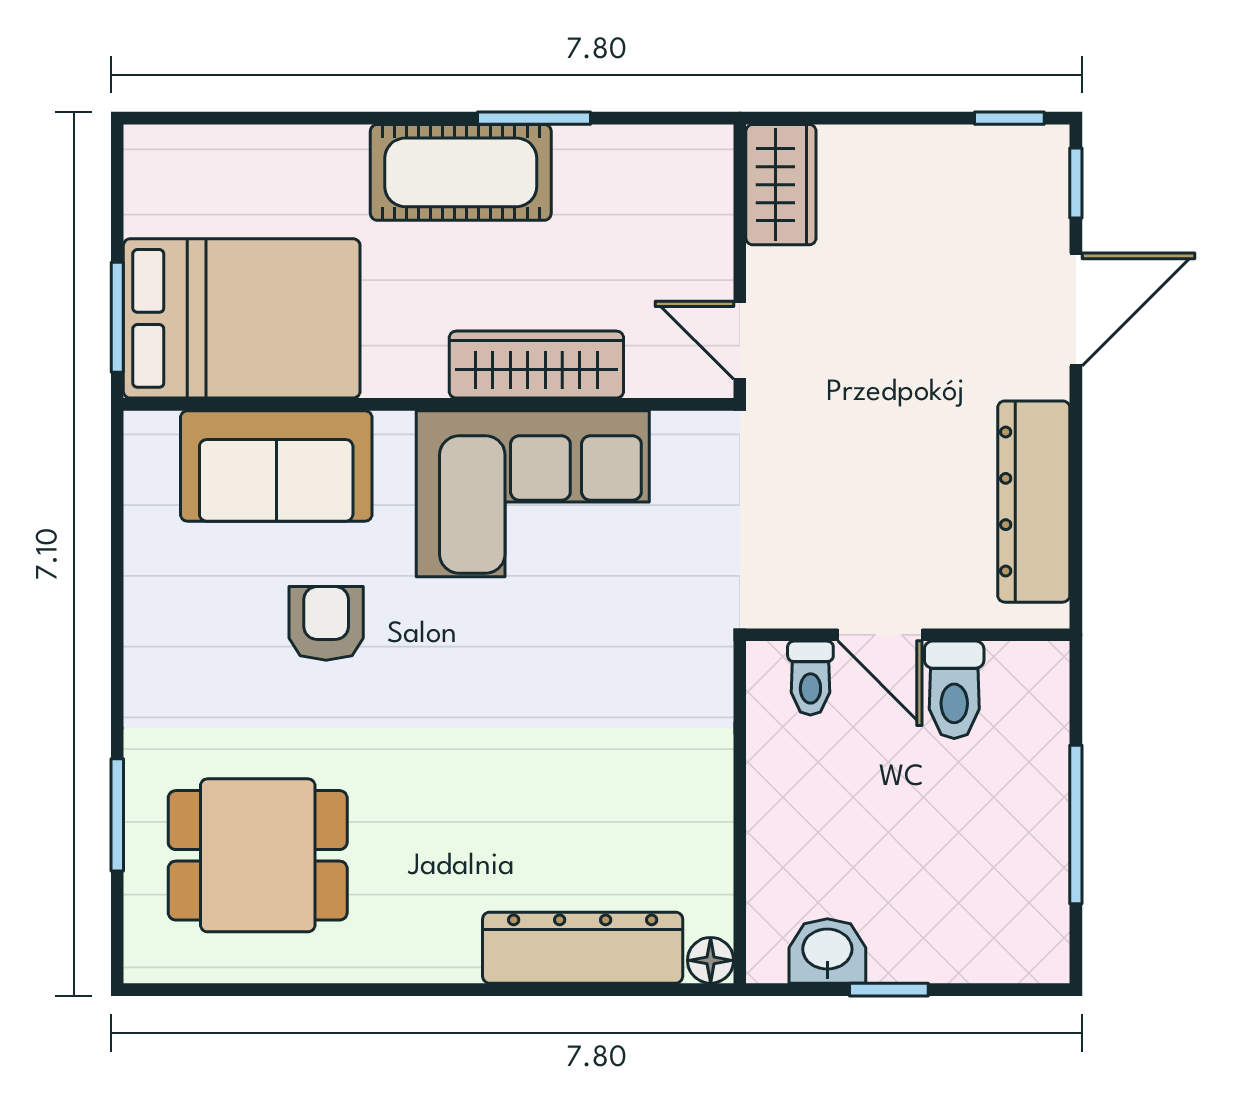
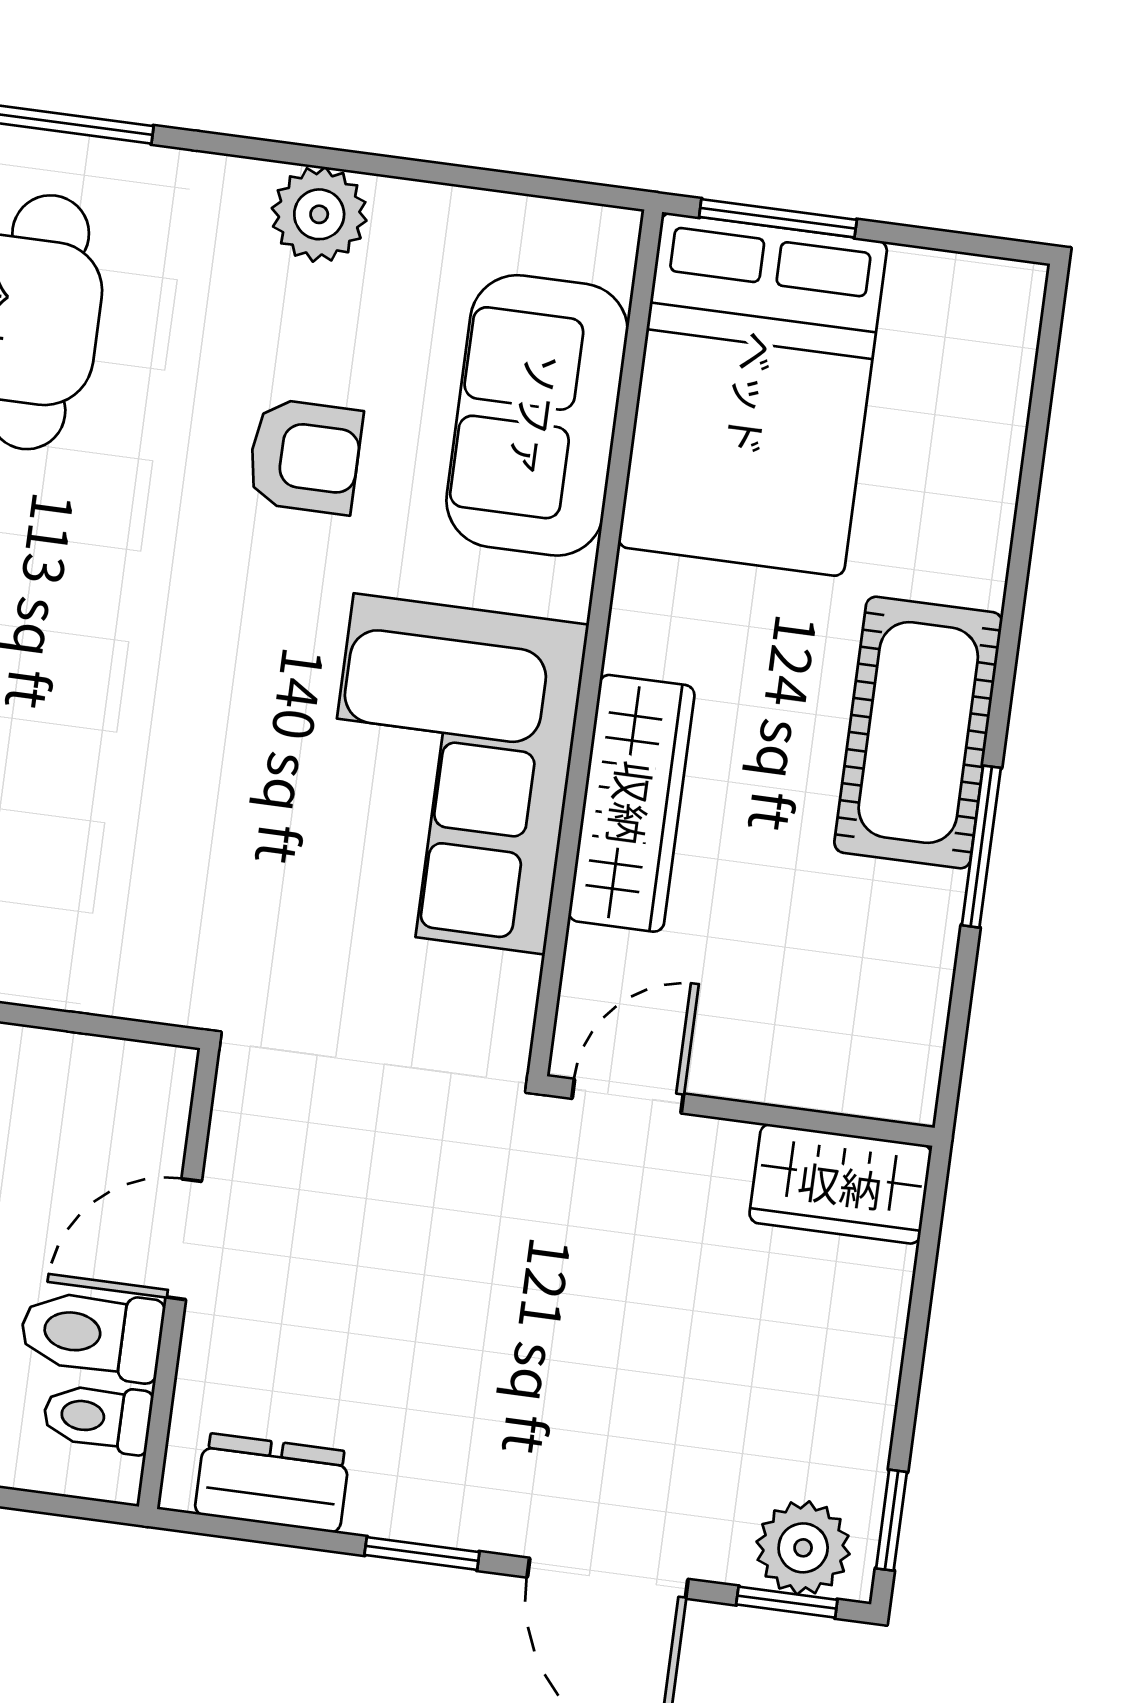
plant: (1037, 177) -> (803, 1548), added
window: (1076, 441) -> (422, 1553), added
dresser: (1034, 502) -> (272, 1483), width x0.51, depth x0.80
plant: (157, 636) -> (319, 214), added
toilet: (810, 678) -> (98, 1417), moved

